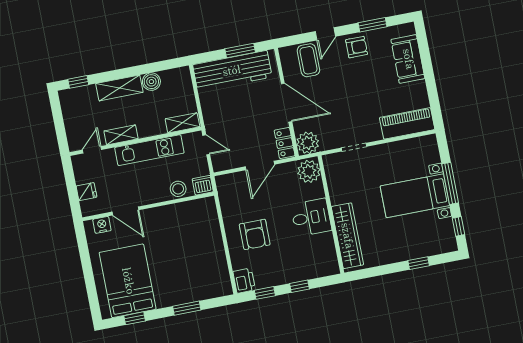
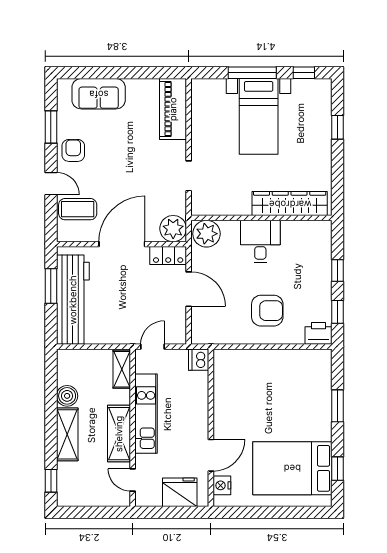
shelving: (121, 135) -> (119, 434), width x1.50, depth x1.33
stool: (178, 189) -> (197, 389), removed
fridge: (86, 192) -> (180, 492), width x1.88, depth x1.34

